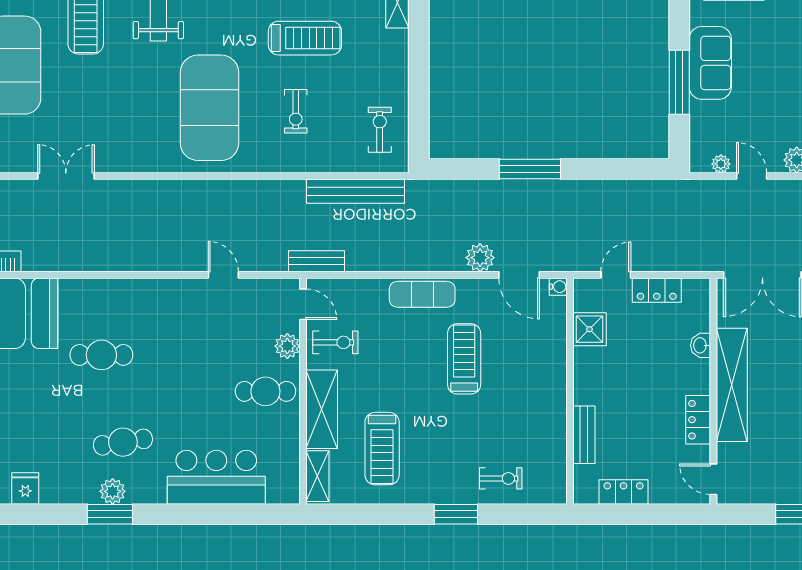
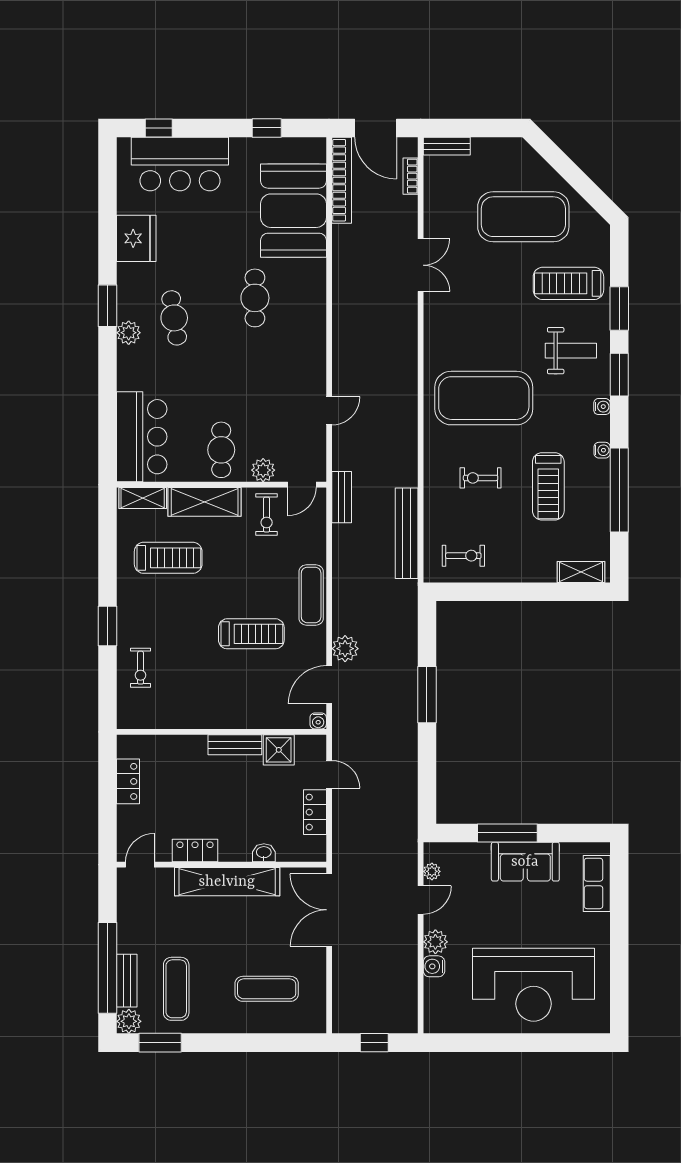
bench: (584, 435) -> (235, 745), moved
treadmill: (382, 449) -> (168, 558), turned 180
bar counter: (216, 477) -> (142, 437), moved
fridge: (25, 488) -> (136, 238), width x1.88, depth x1.34
plant: (113, 491) -> (129, 333), moved

